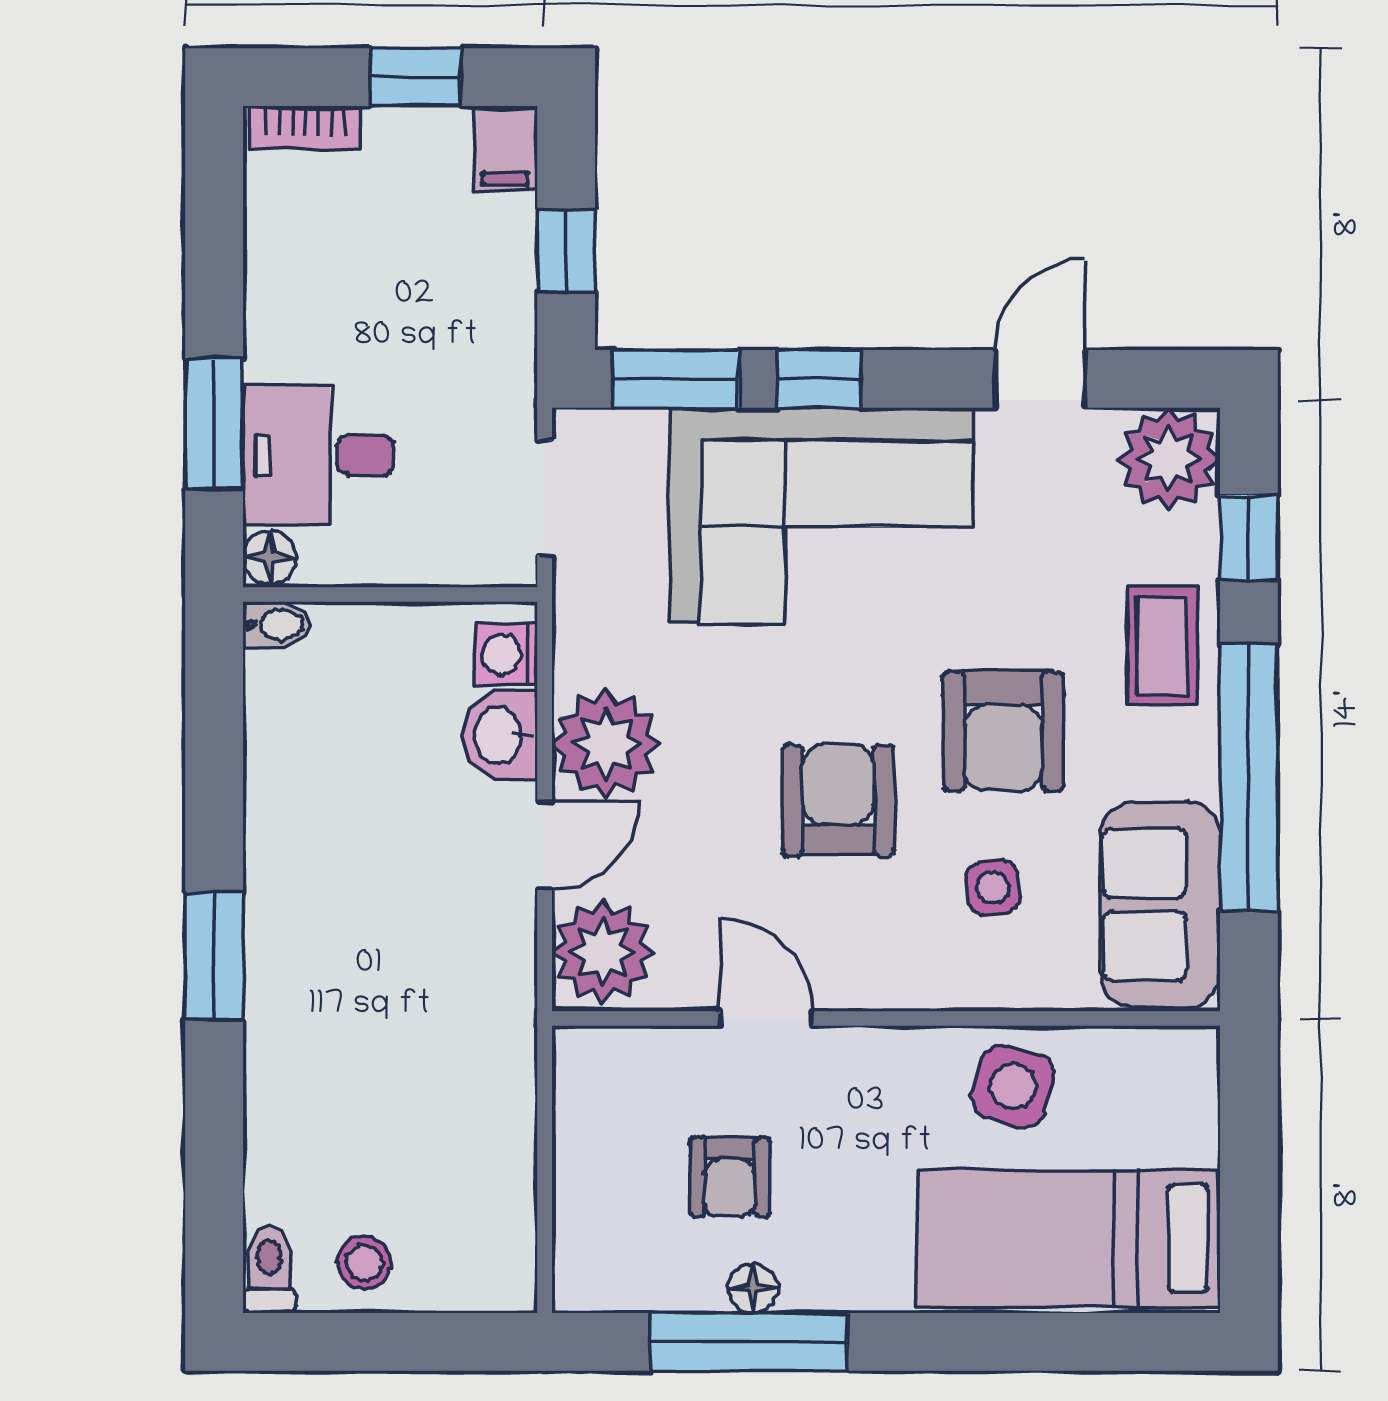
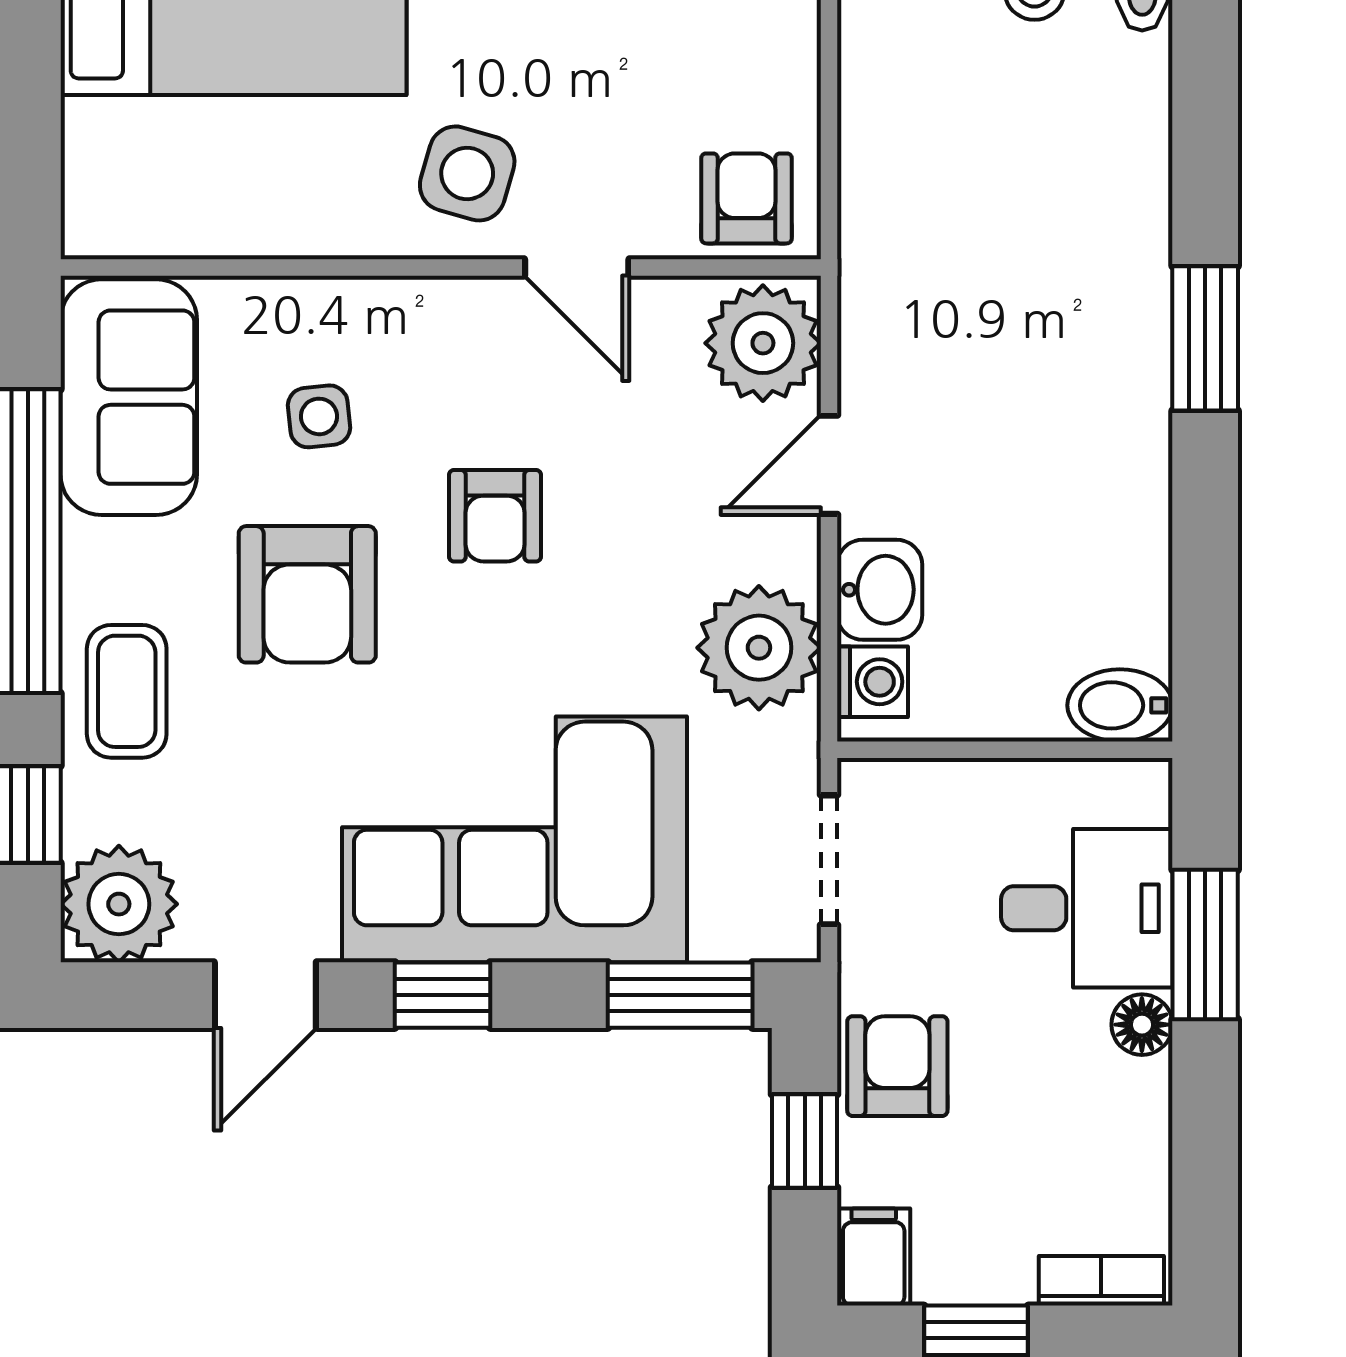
armchair: (485, 316) -> (897, 1066), added
window: (819, 379) -> (442, 995), moved
floor lamp: (270, 558) -> (1142, 1025), moved
bidet: (277, 625) -> (1120, 705), width x1.38, depth x1.36
armchair: (1003, 731) -> (307, 594), turned 180
plant: (606, 744) -> (759, 648), moved
armchair: (838, 800) -> (495, 516), width x0.72, depth x0.72
side table: (1013, 1086) -> (467, 173), moved
armchair: (730, 1177) -> (746, 198), moved

